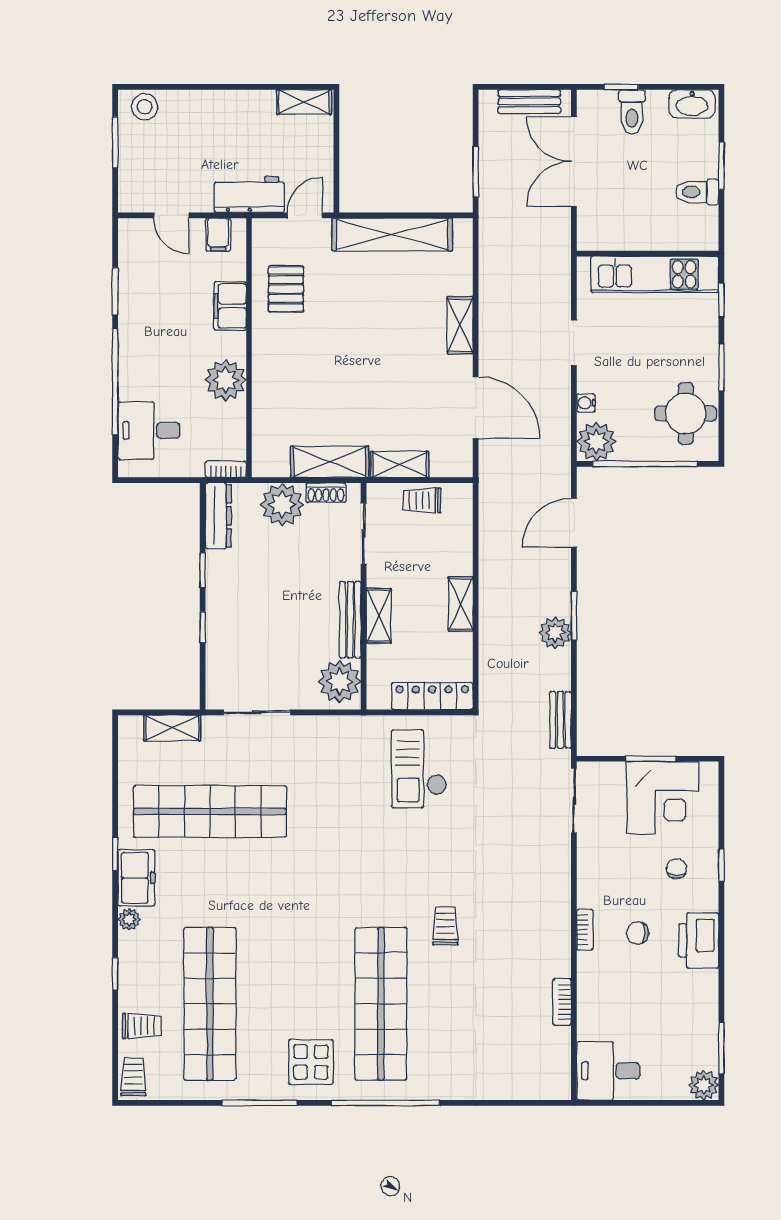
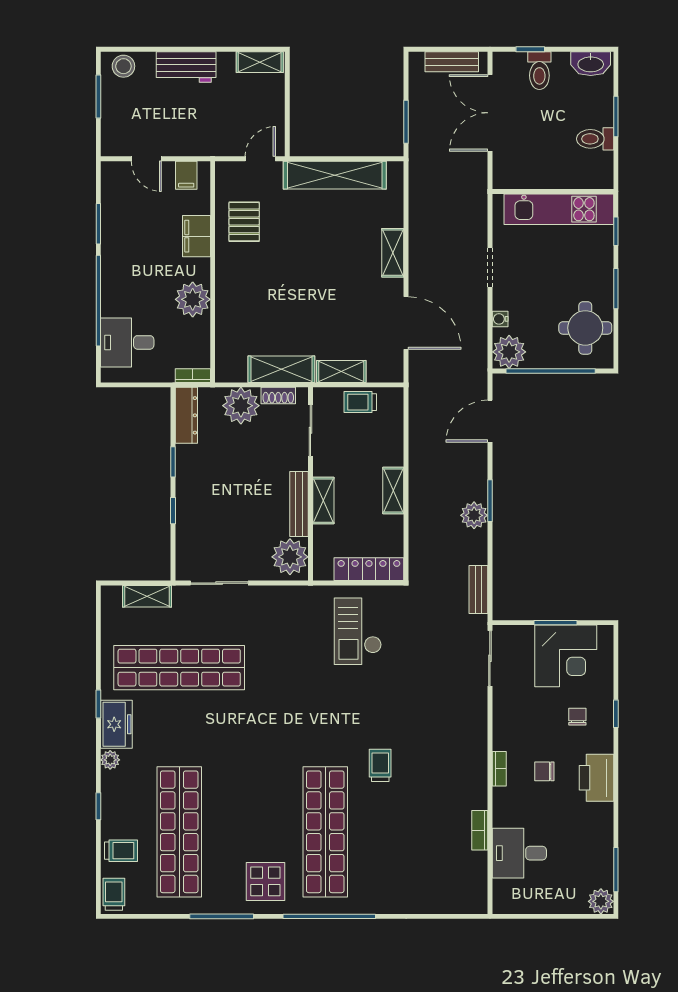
workbench: (249, 195) -> (186, 67), moved, turned 180
desk: (608, 1071) -> (519, 853), moved

